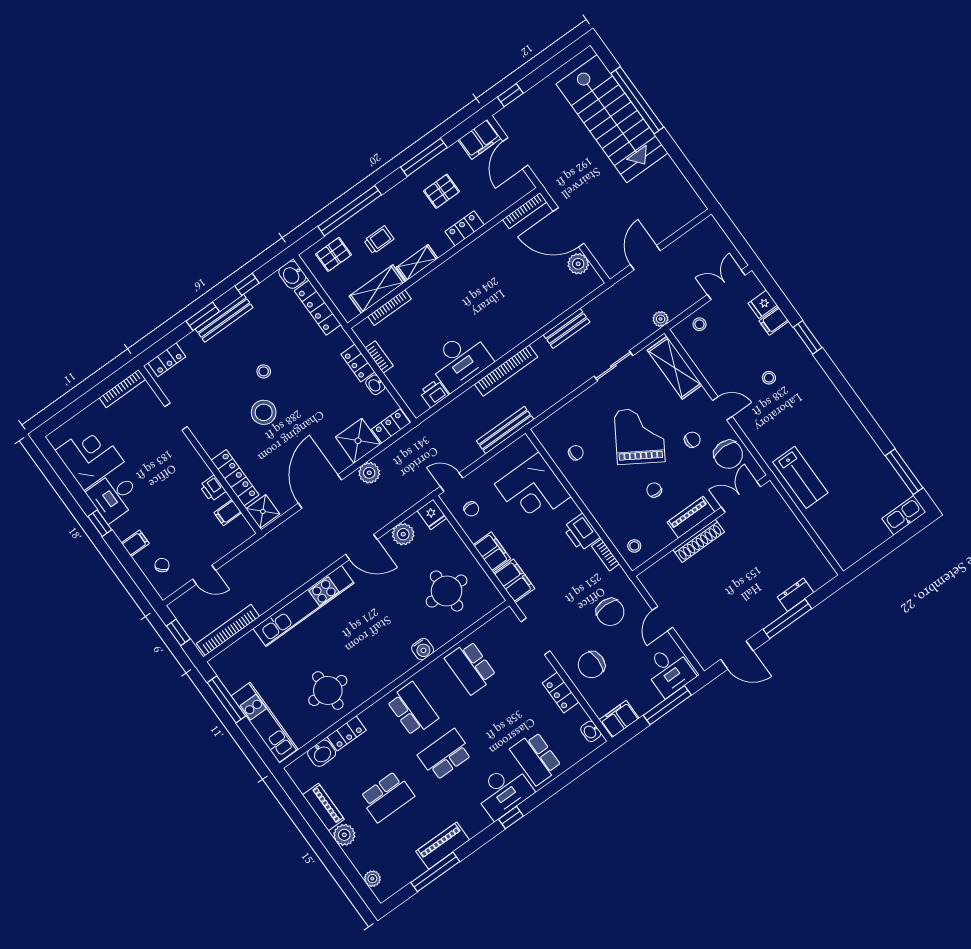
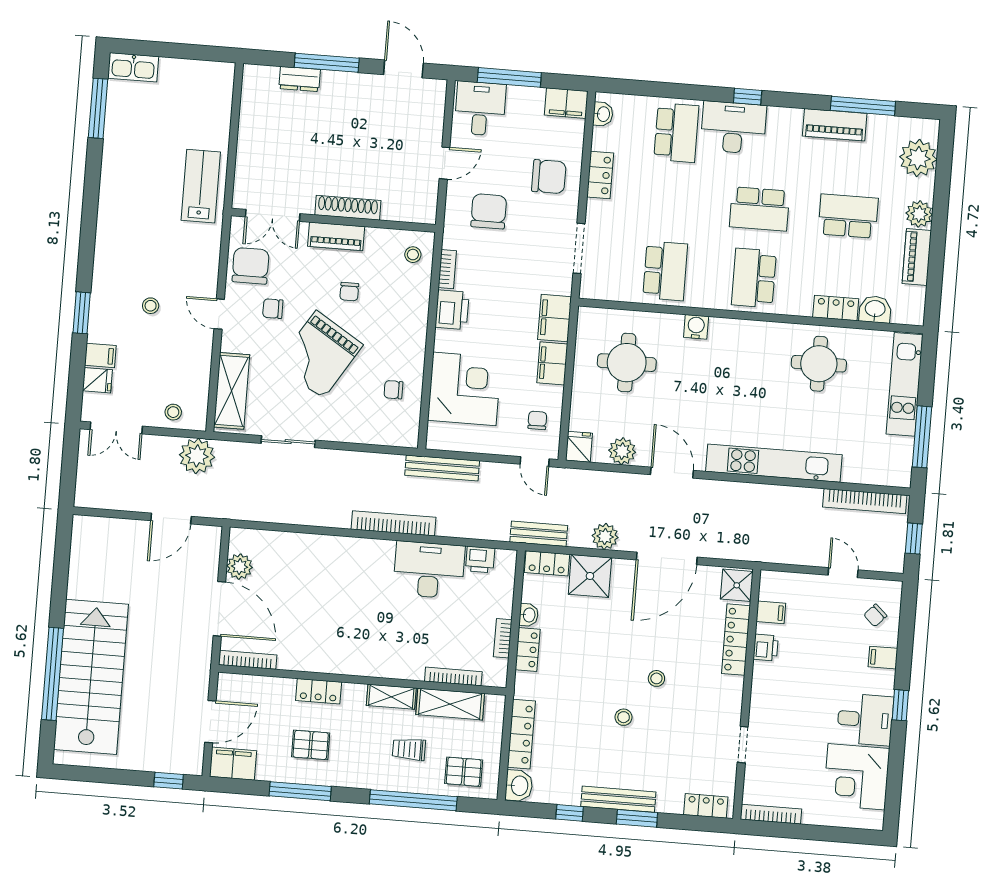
plant: (661, 319) -> (197, 456), width x1.88, depth x1.88
bench: (567, 328) -> (539, 534), moved
stool: (264, 412) -> (656, 678), width x0.53, depth x0.53
plant: (372, 879) -> (918, 158), width x1.88, depth x1.88

